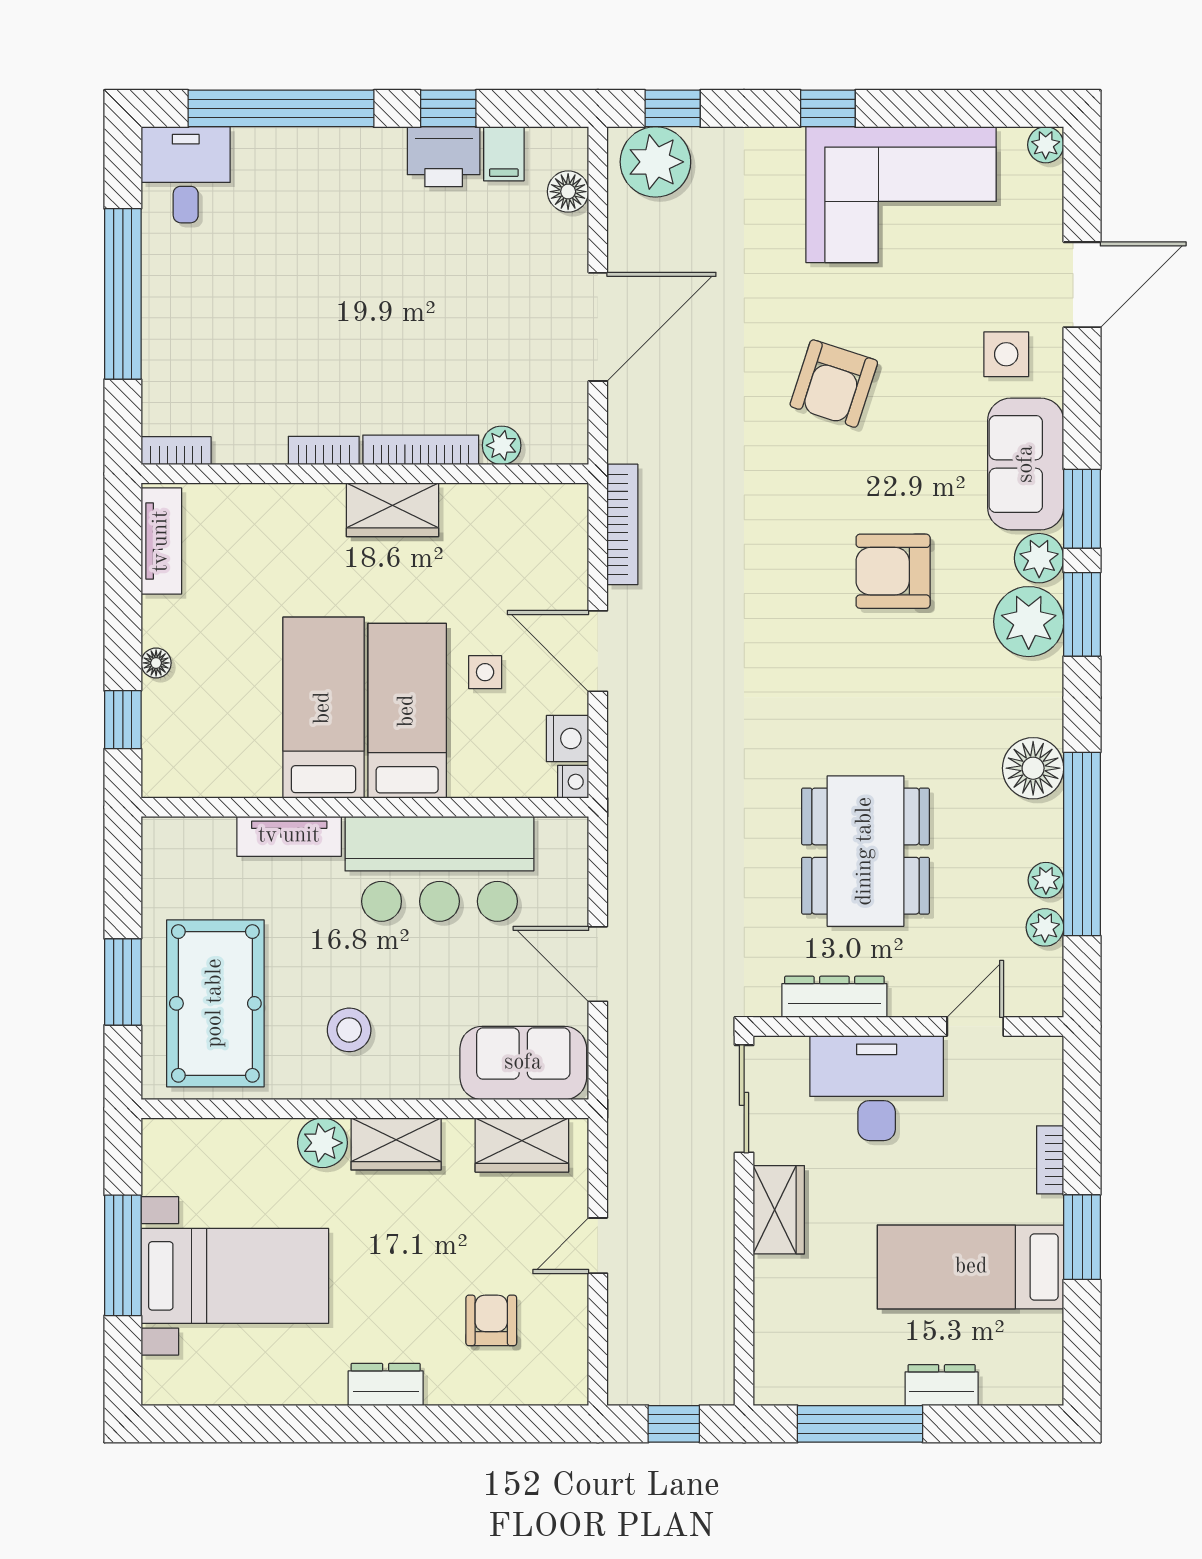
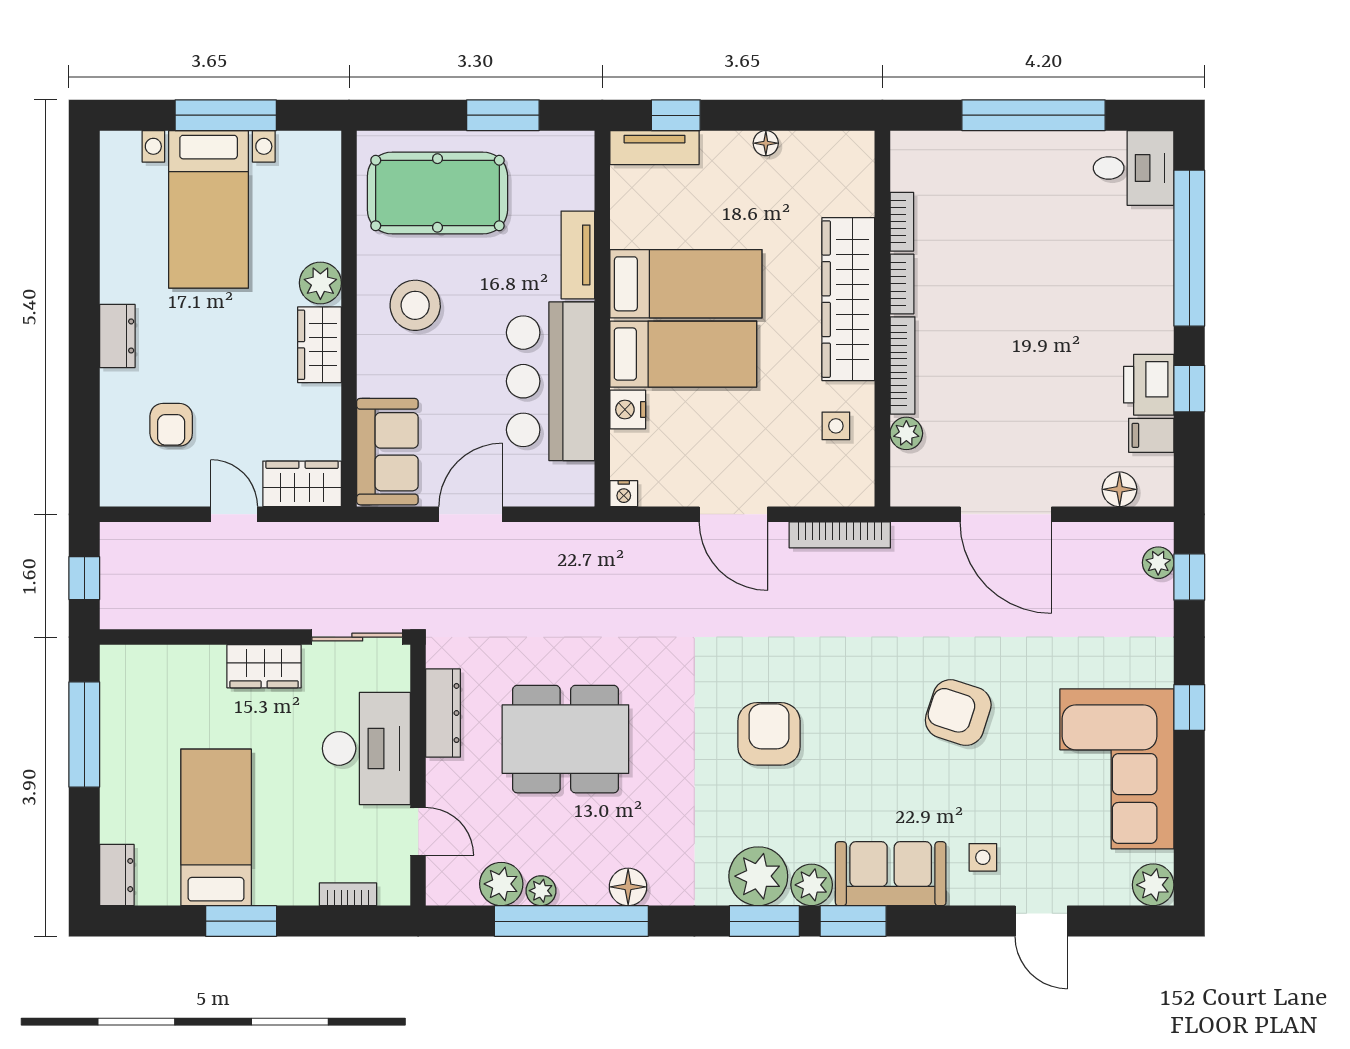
plant: (1046, 145) -> (1153, 885), width x1.38, depth x1.38
plant: (655, 162) -> (1158, 563), width x0.53, depth x0.53
door: (1082, 285) -> (1041, 921), width x0.73
side table: (1006, 354) -> (983, 857), width x0.73, depth x0.73
bookcase: (176, 451) -> (902, 222), moved
wardrobe: (392, 510) -> (848, 299), width x2.10, depth x1.17
tv unit: (161, 541) -> (655, 148), moved
armchair: (893, 571) -> (769, 734), moved
door: (598, 651) -> (733, 514), swing flipped
floor lamp: (156, 663) -> (766, 143), moved
side table: (485, 672) -> (836, 426), moved
nightstand: (567, 739) -> (628, 410), moved, turned 90
floor lamp: (1033, 768) -> (628, 887), width x0.73, depth x0.73
plant: (1045, 927) -> (501, 884), width x1.38, depth x1.38
window: (123, 982) -> (503, 115), moved
stool: (349, 1030) -> (415, 305), width x1.38, depth x1.38
wardrobe: (522, 1145) -> (302, 484), moved, turned 90
bookcase: (1050, 1160) -> (348, 894), moved
armchair: (491, 1320) -> (171, 425), turned 90
dresser: (942, 1385) -> (117, 875), moved

